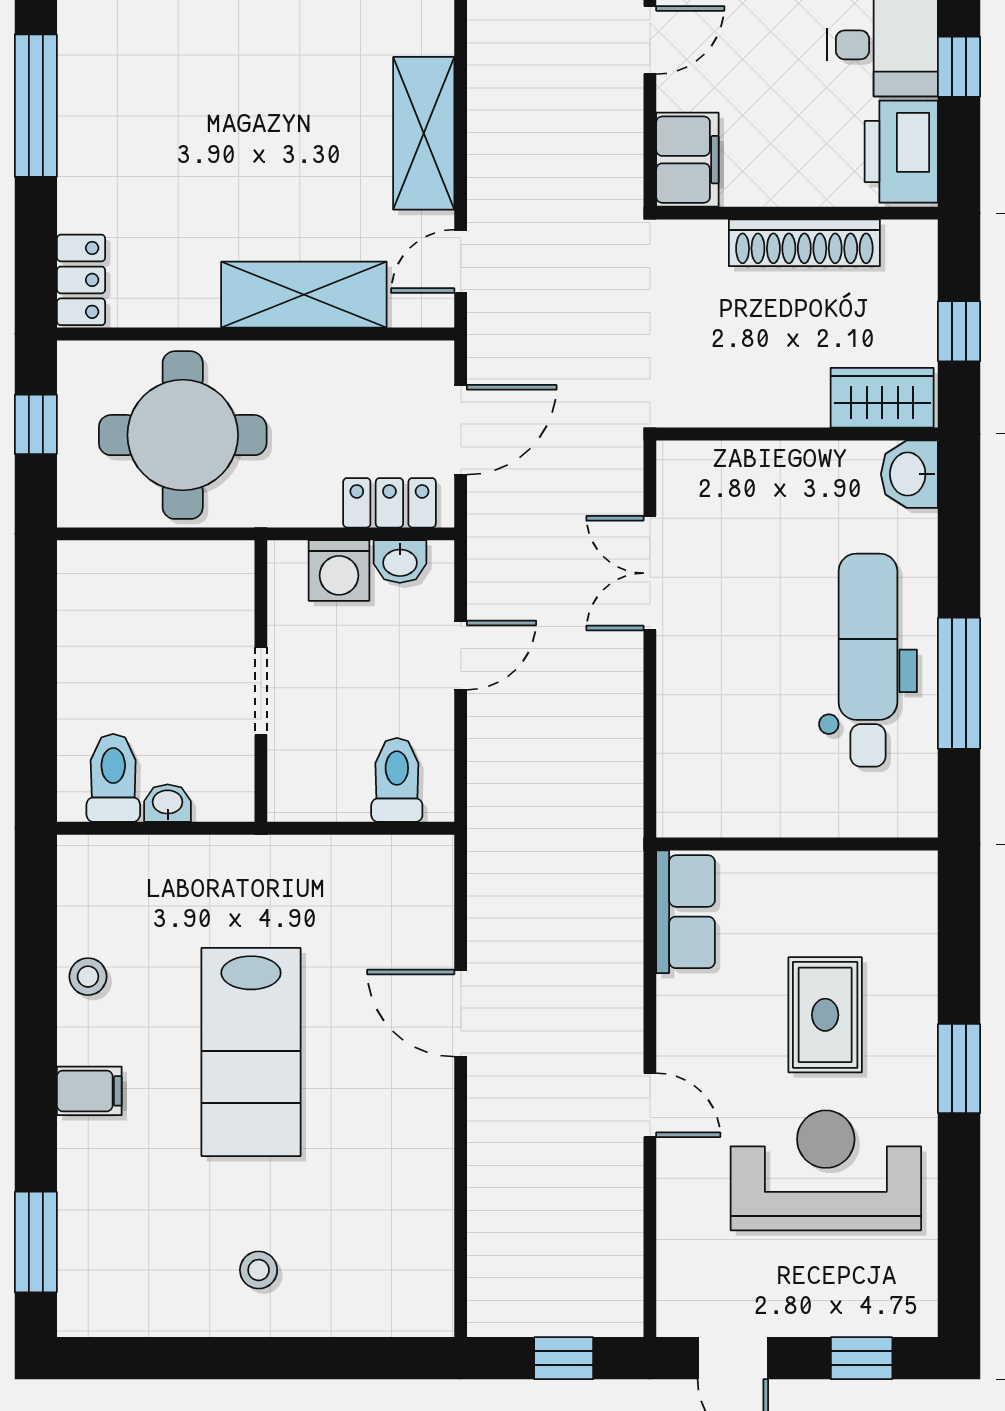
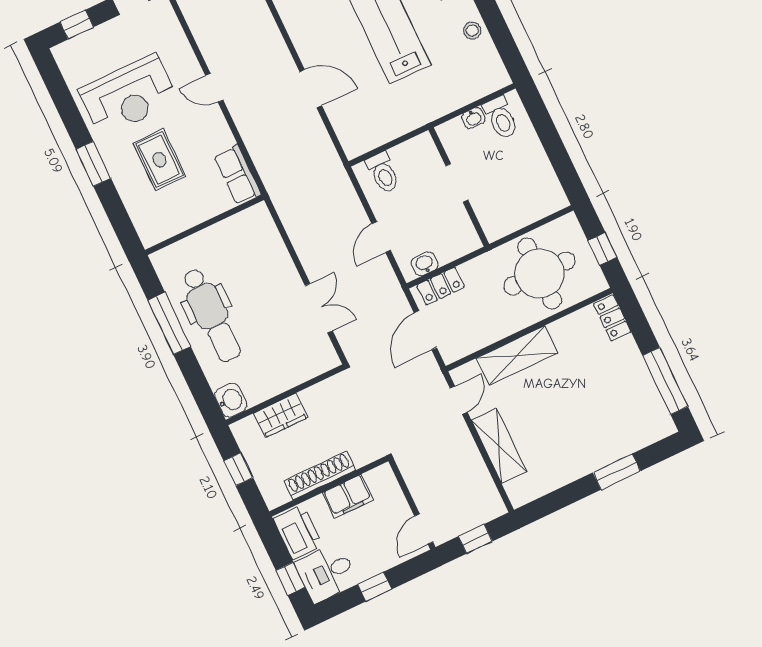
filing cabinet: (687, 160) -> (348, 496), moved, turned -90
wardrobe: (882, 398) -> (281, 415), moved
washing machine: (339, 571) -> (448, 248), removed

